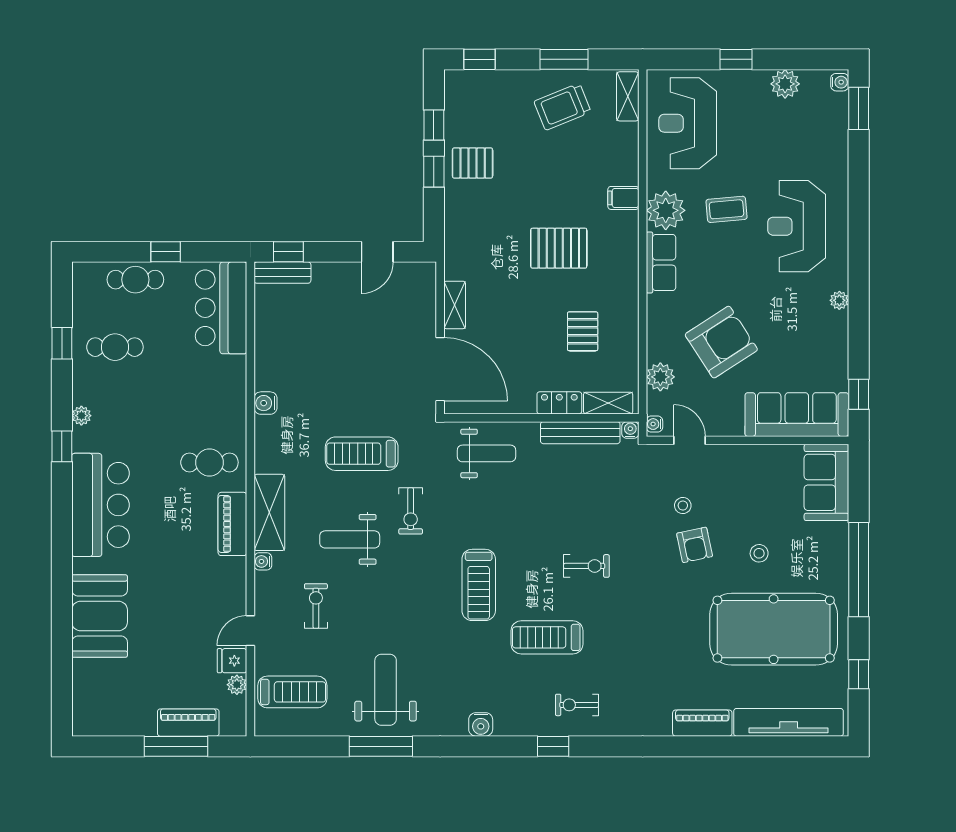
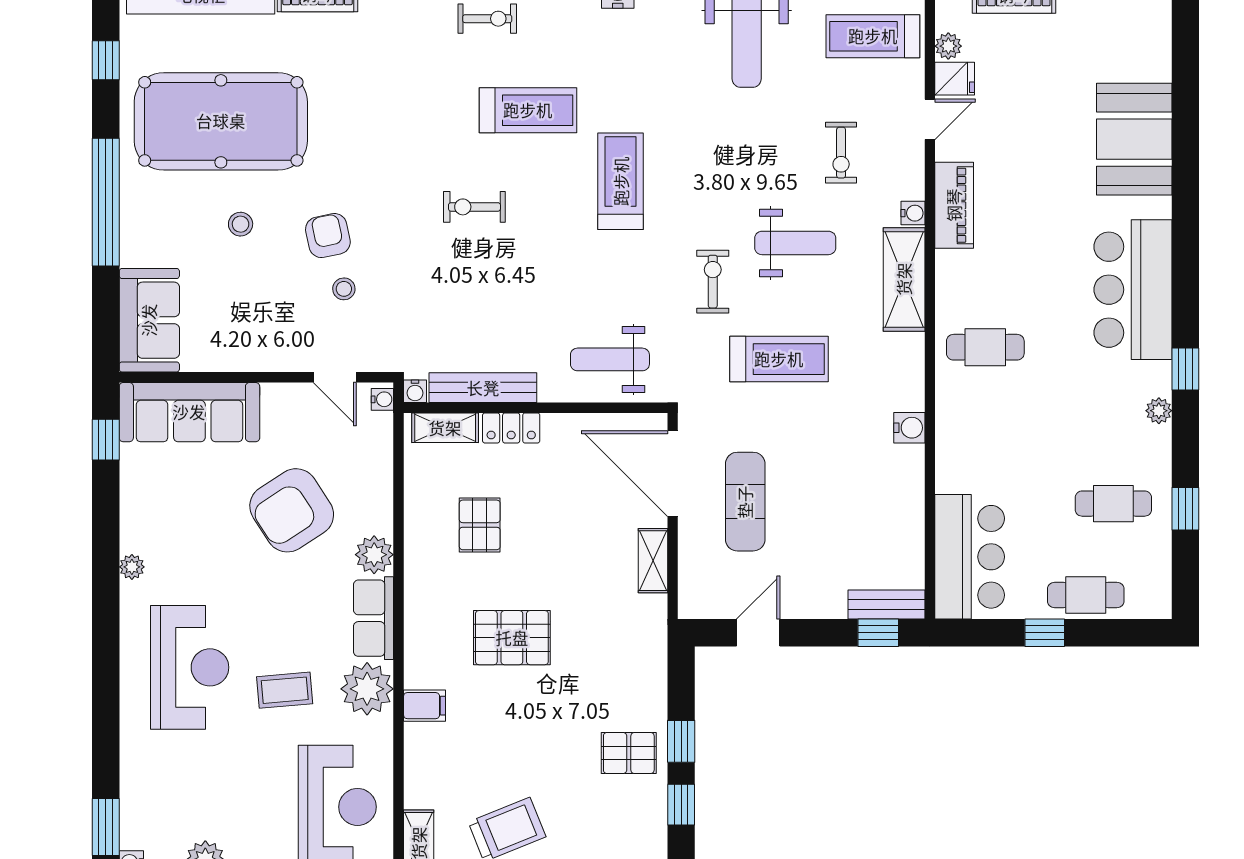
exercise mat: (387, 349) -> (745, 502), added
plant: (660, 377) -> (374, 555), moved
piano: (232, 524) -> (954, 205), moved

